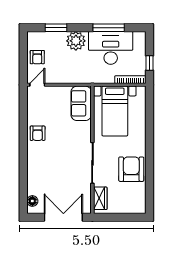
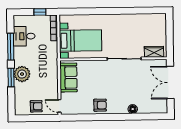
window: (56, 28) -> (11, 77), moved
desk: (111, 48) -> (24, 36), width x0.53, depth x0.77
sofa: (81, 103) -> (68, 78), moved, turned -90
armchair: (131, 169) -> (129, 26), removed
floor lamp: (32, 201) -> (133, 109), moved

